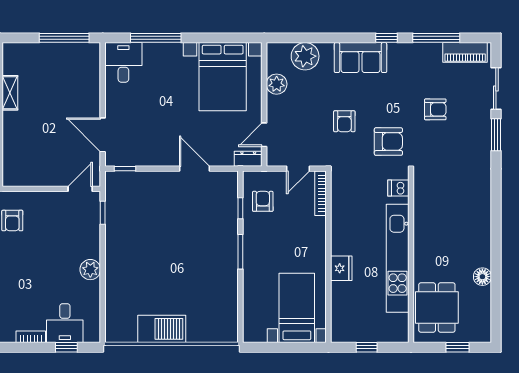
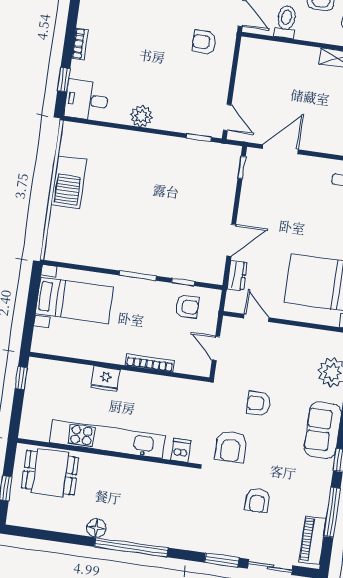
plant: (277, 84) -> (308, 338), removed
dresser: (248, 159) -> (237, 275), moved
bookcase: (320, 193) -> (150, 363), moved
window: (496, 222) -> (131, 547), added
floor lamp: (482, 277) -> (96, 528), moved
bed with nightstands: (297, 308) -> (74, 300), moved
desk: (65, 323) -> (87, 100), moved
window: (367, 347) -> (21, 378), moved

